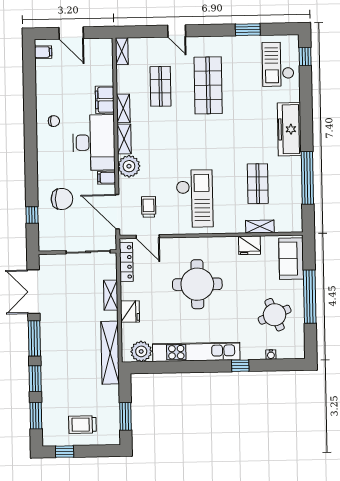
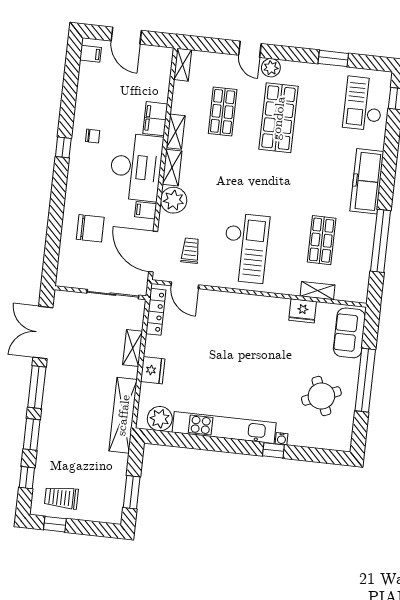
plant: (196, 44) -> (271, 68), added
window: (32, 215) -> (63, 147), moved
round table: (197, 284) -> (236, 349), removed
water cooler: (271, 355) -> (282, 439), moved
window: (36, 416) -> (27, 478), width x0.67
trolley: (82, 425) -> (61, 498), moved

